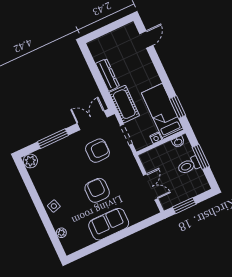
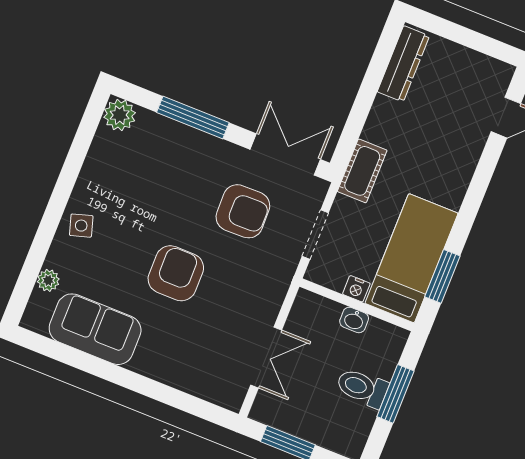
dresser: (107, 75) -> (403, 64), moved
cot: (124, 104) -> (362, 171), width x0.73, depth x0.75
washbasin: (178, 142) -> (354, 320), moved
sofa: (109, 224) -> (95, 329), moved

